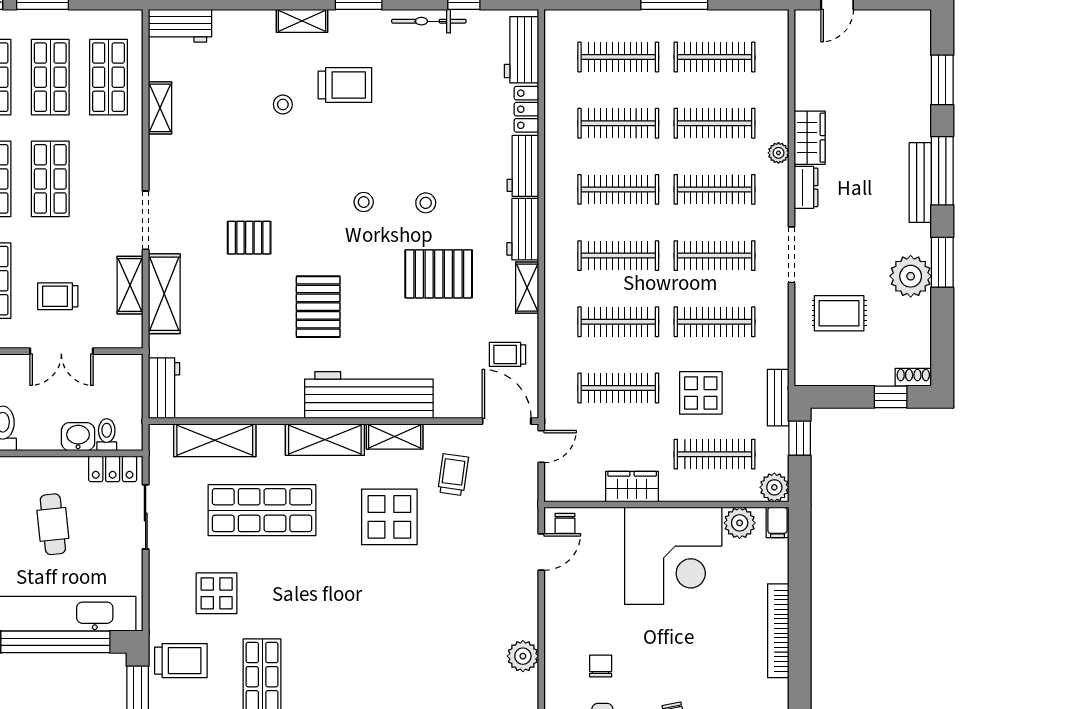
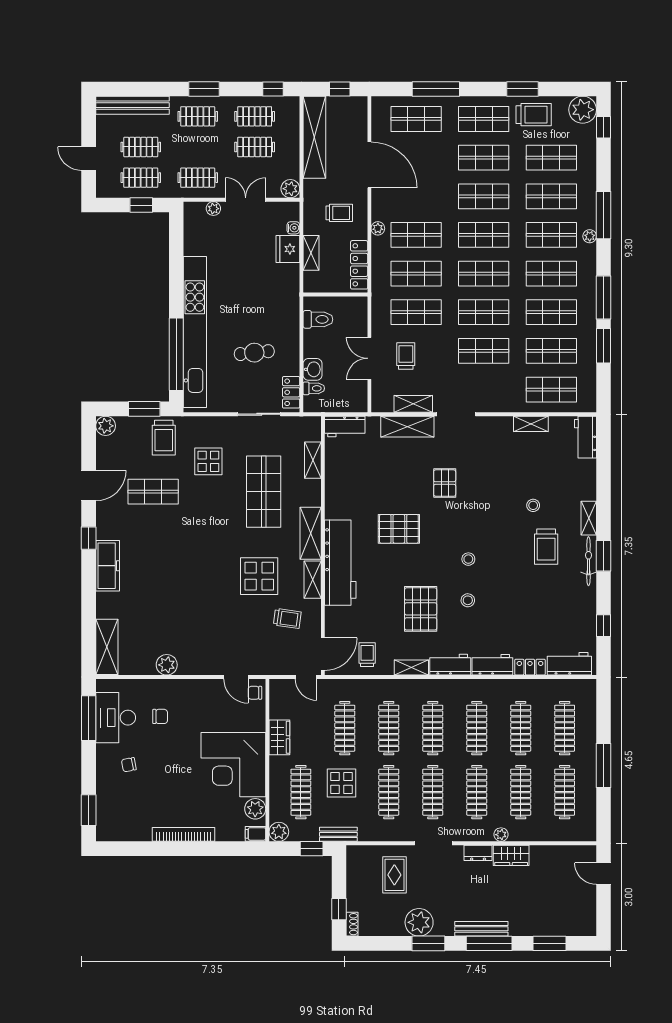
bicycle: (429, 21) -> (588, 561), moved
shelving: (215, 440) -> (313, 460), width x0.67, depth x0.75

